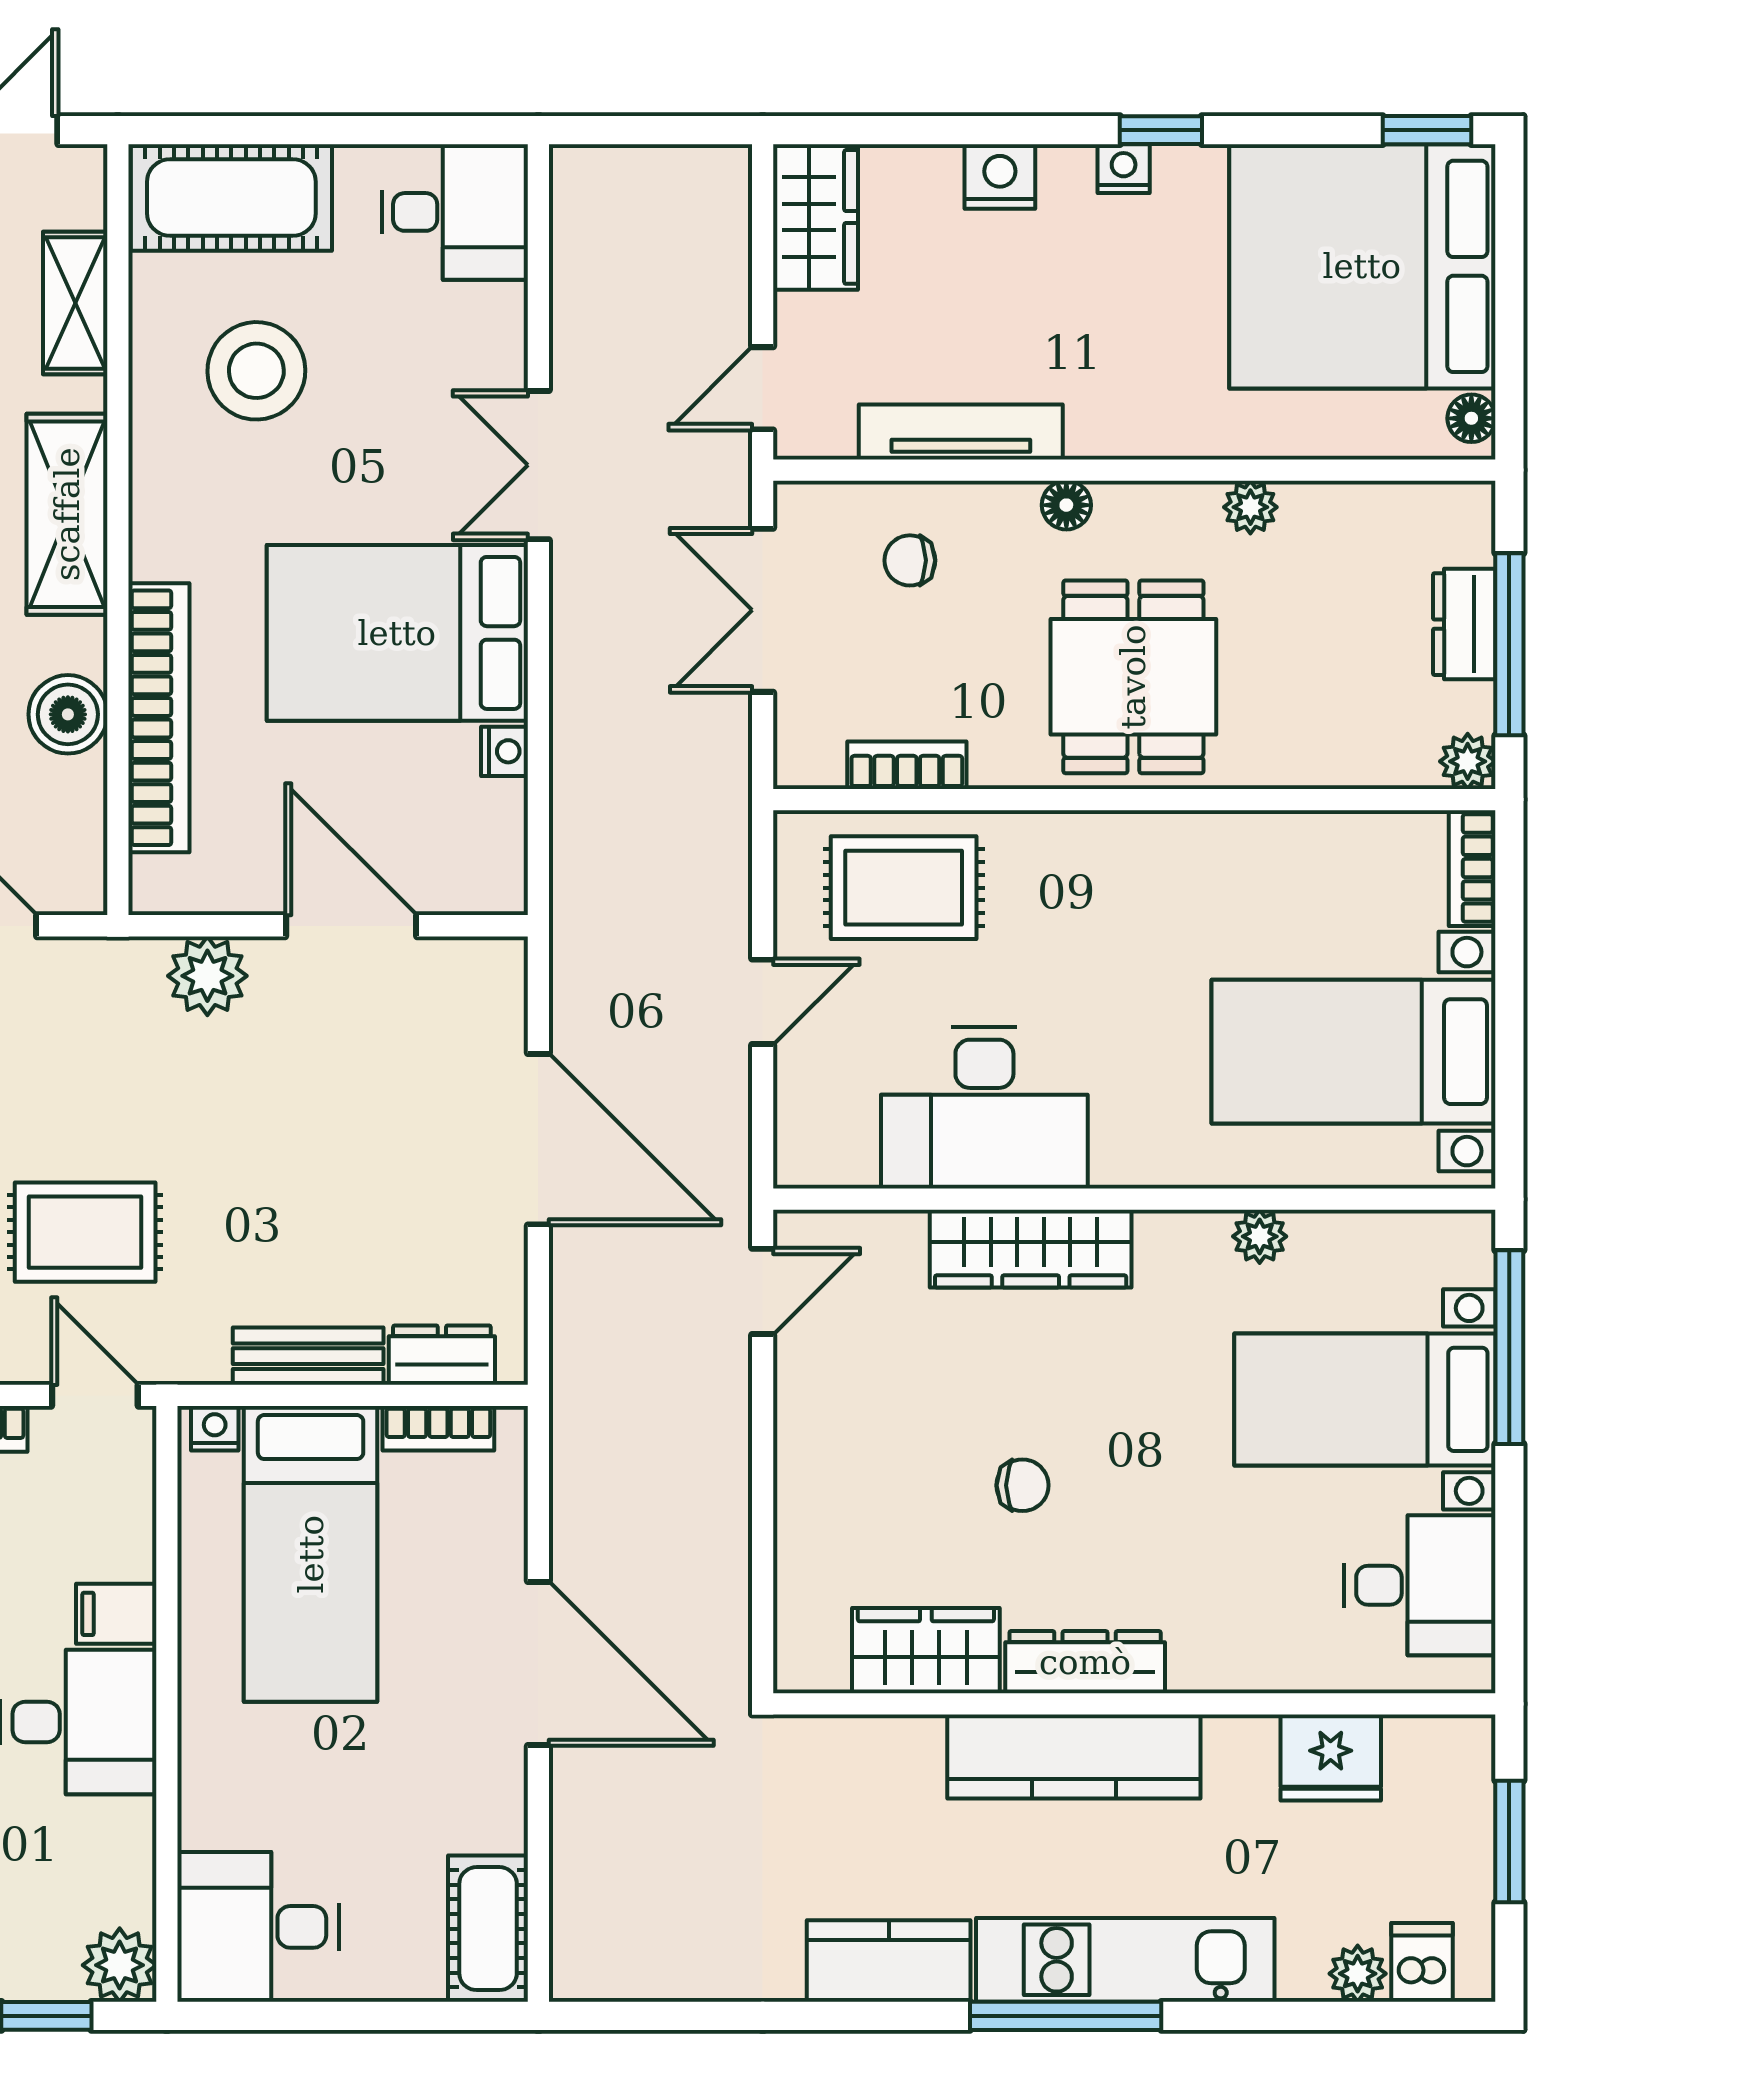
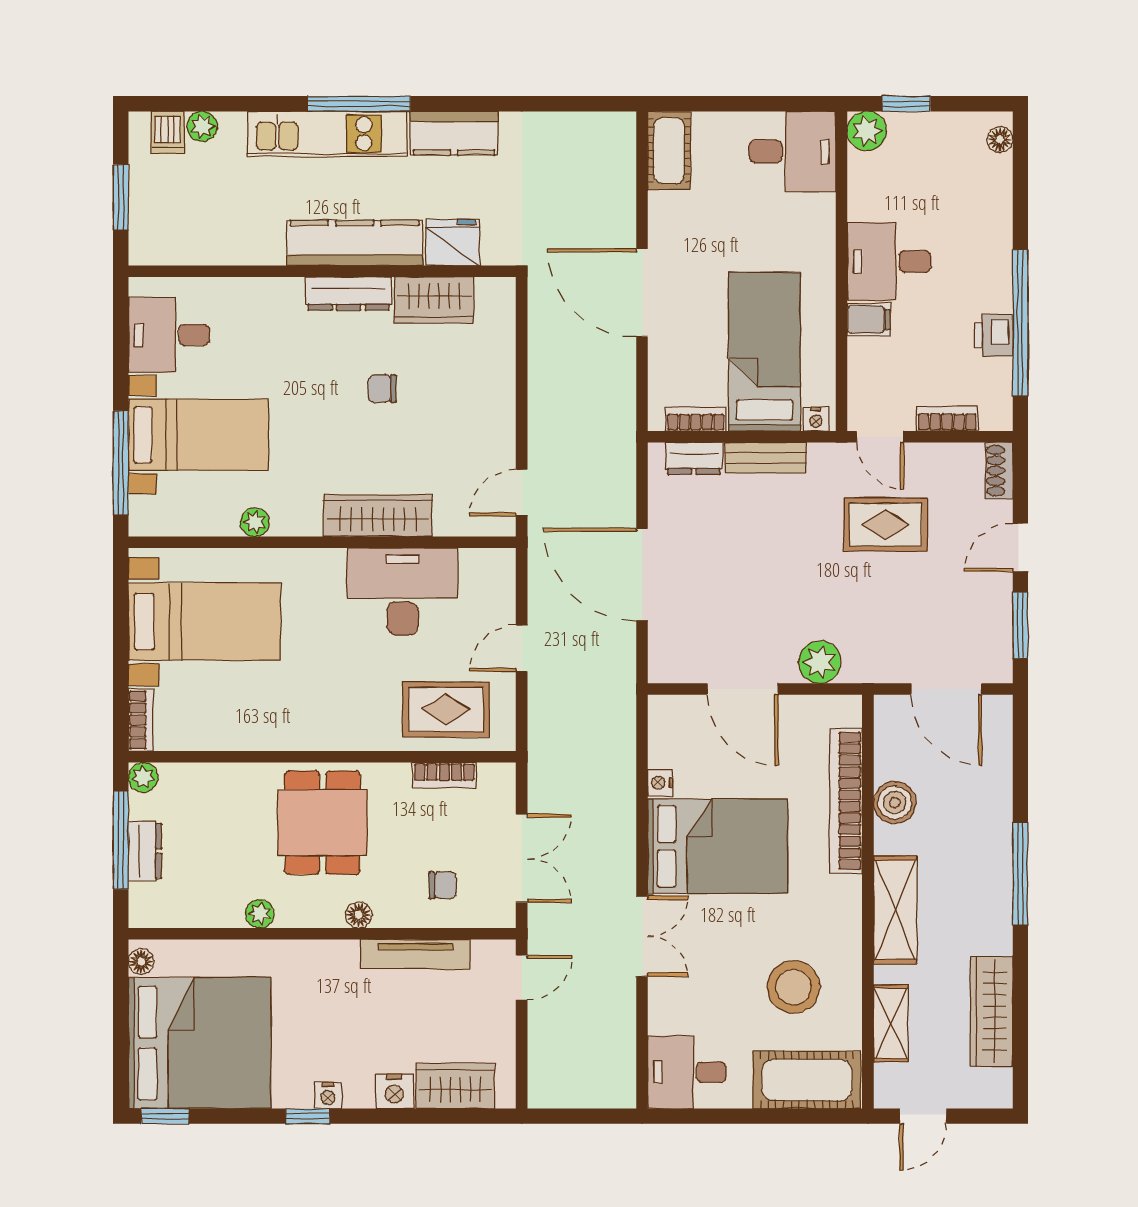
wardrobe: (815, 217) -> (455, 1086), moved, turned 90
fridge: (1331, 1758) -> (452, 242), moved

